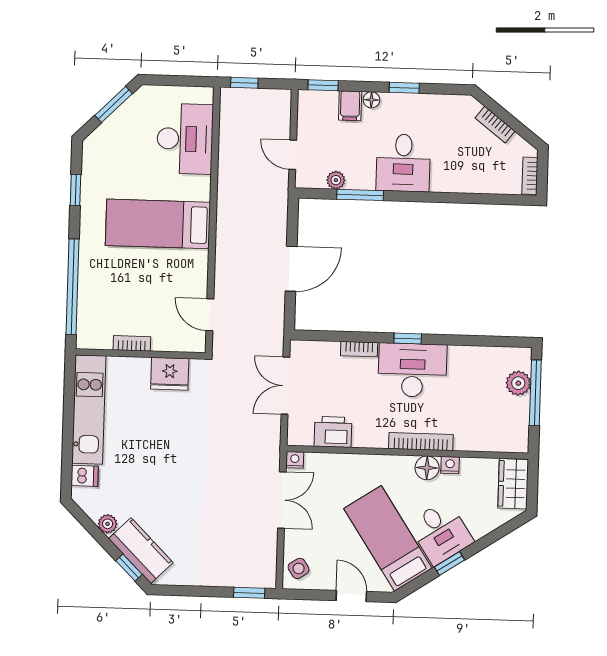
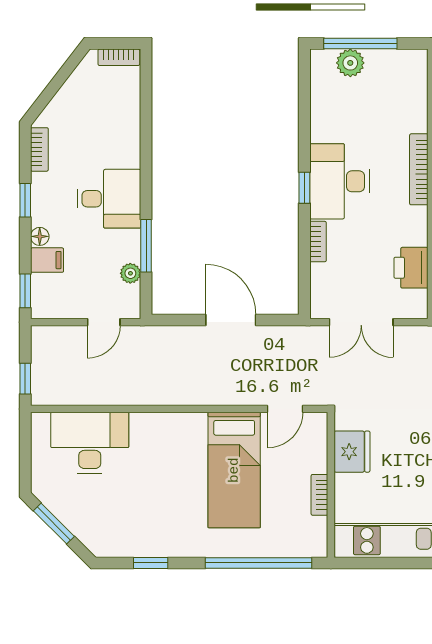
bookcase: (495, 125) -> (39, 149), moved, turned -38
bed: (158, 224) -> (234, 470), moved

